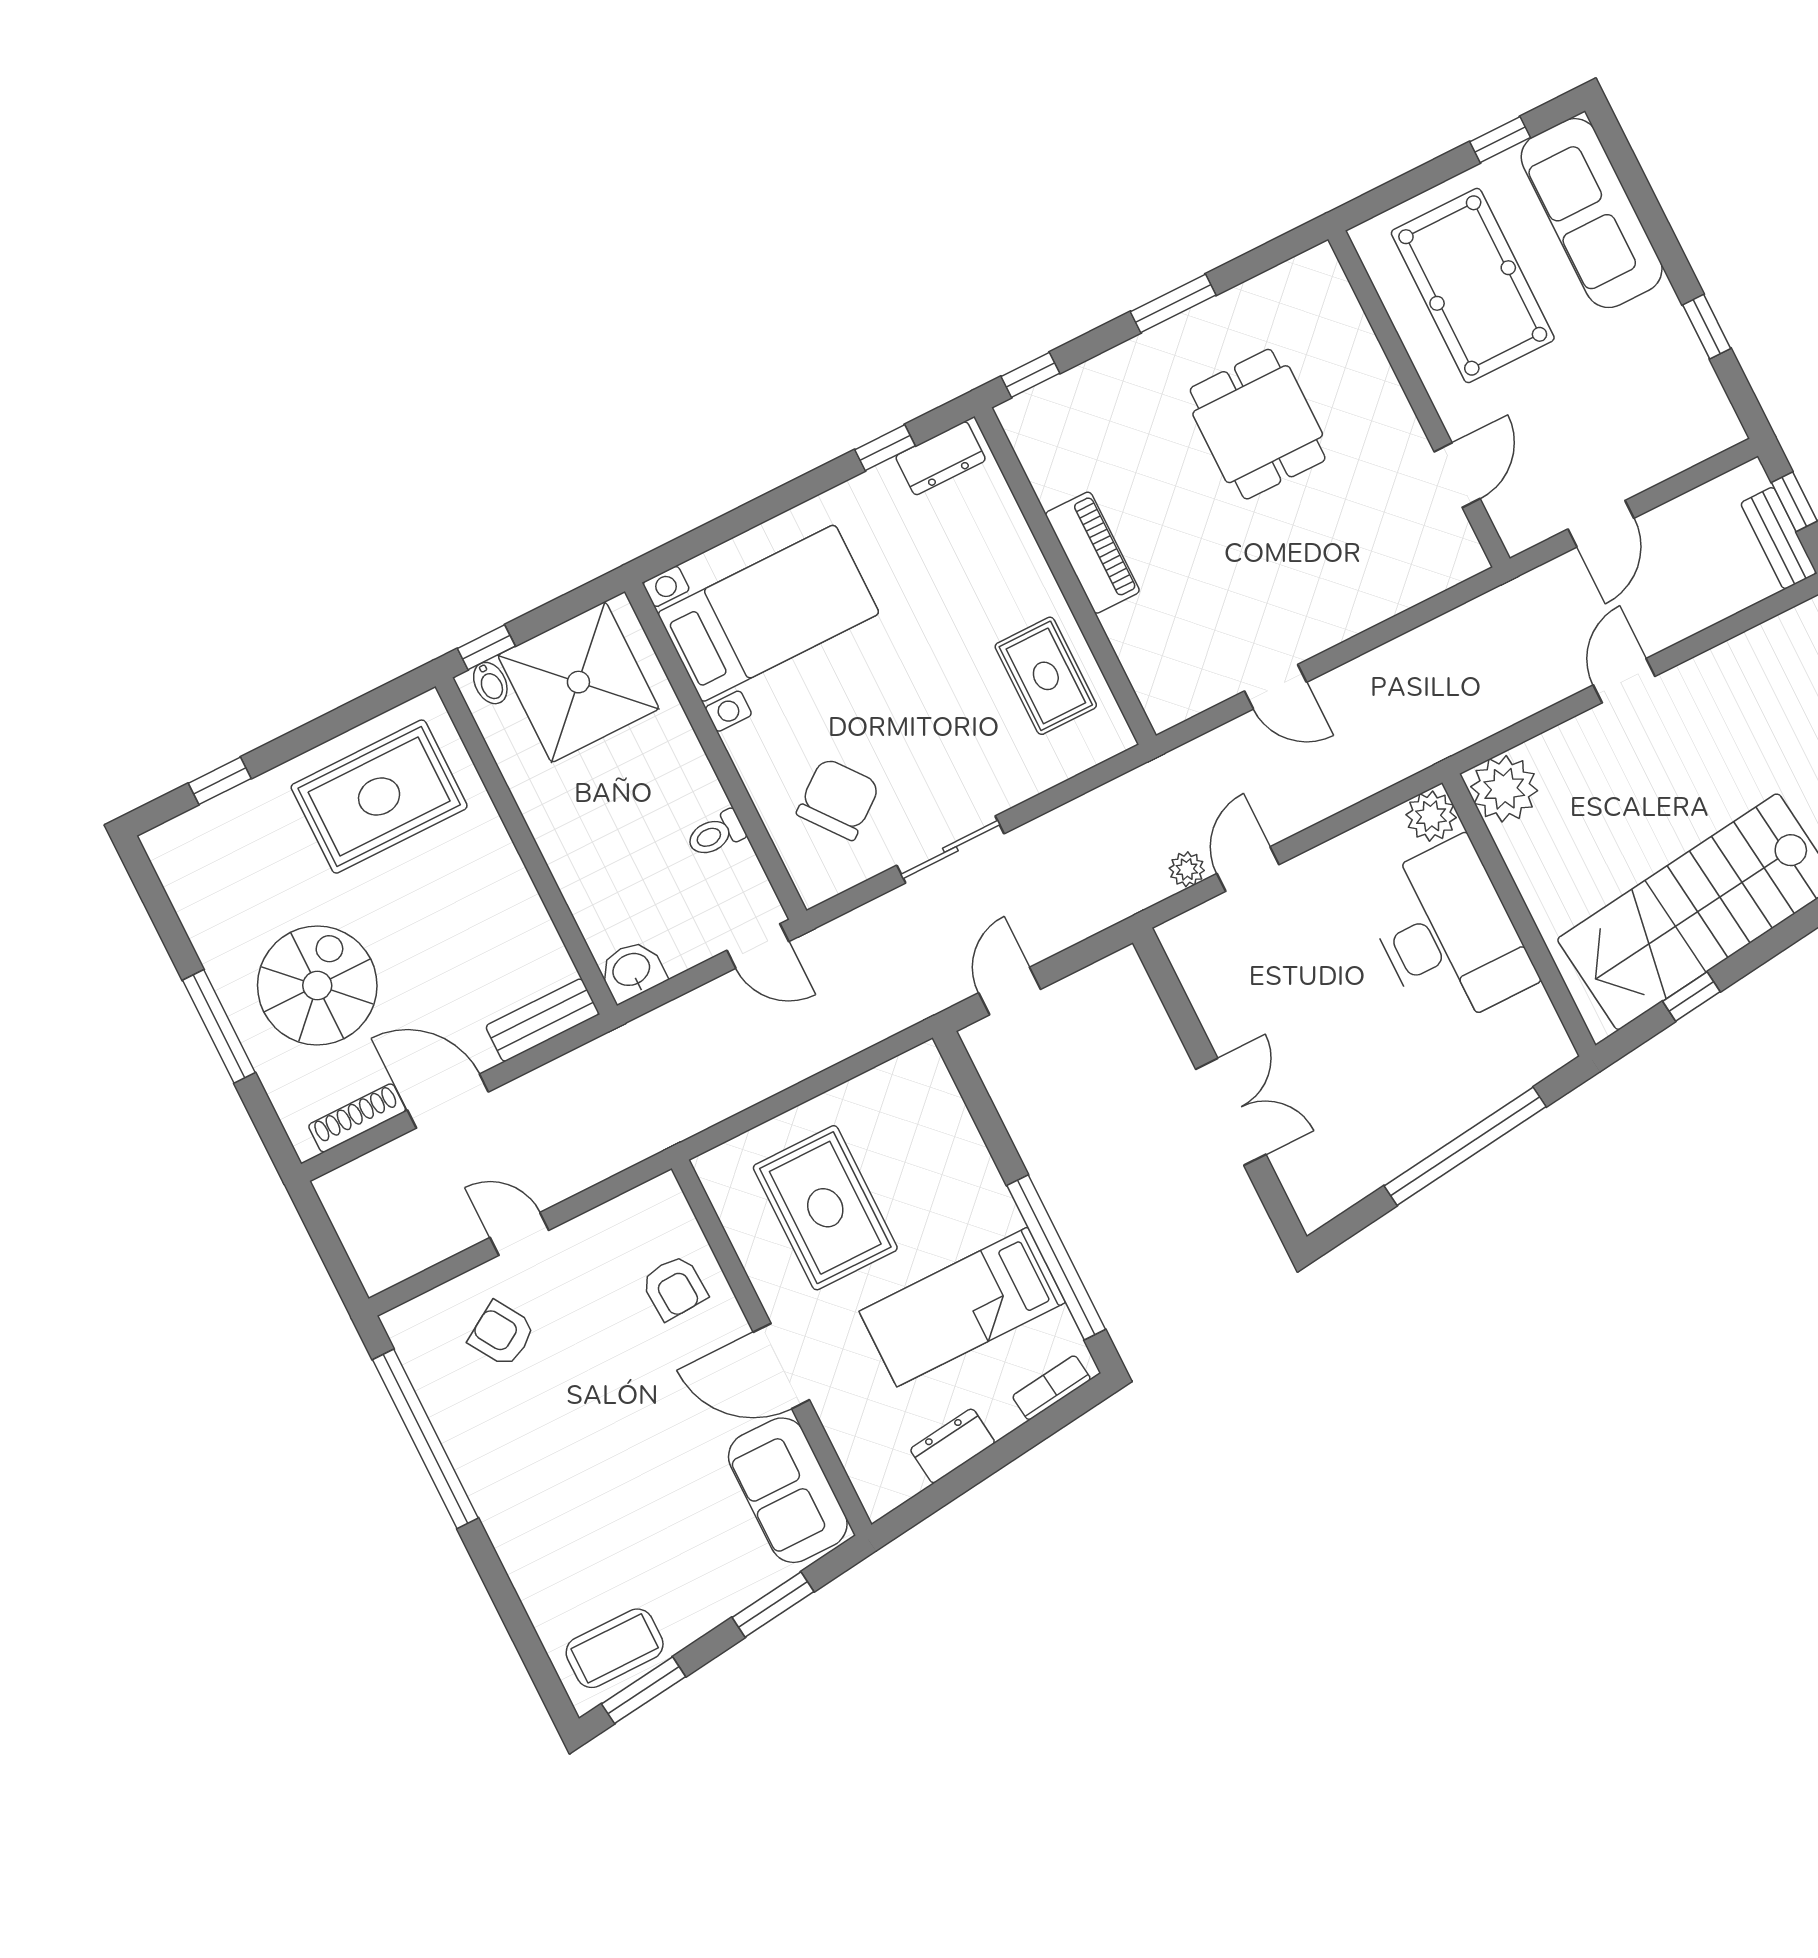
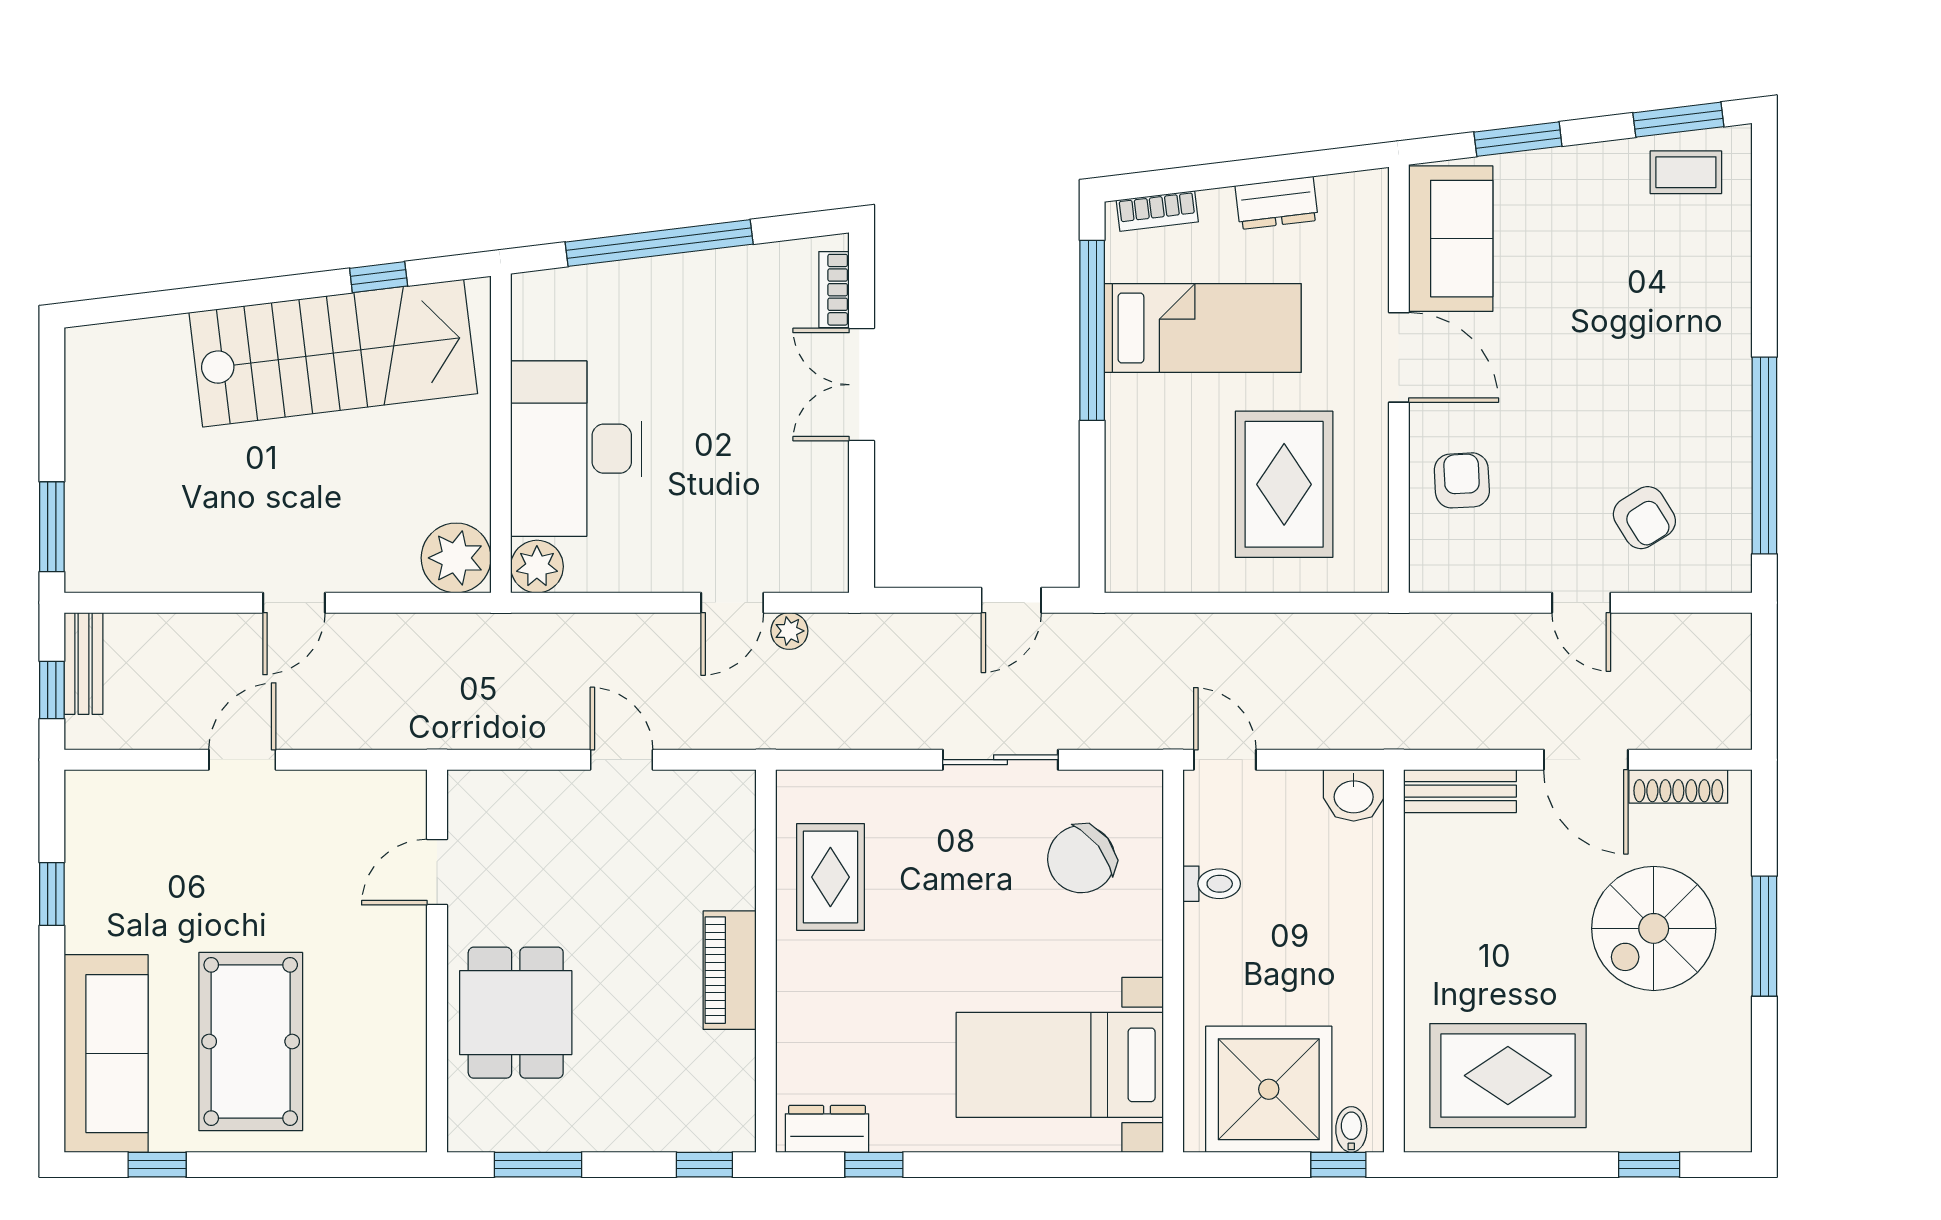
wall: (1419, 399) -> (437, 961), moved
door: (1457, 475) -> (437, 872), moved
bookcase: (1295, 1181) -> (834, 290), added
coffee table: (615, 1648) -> (1686, 172), width x0.73, depth x0.77

